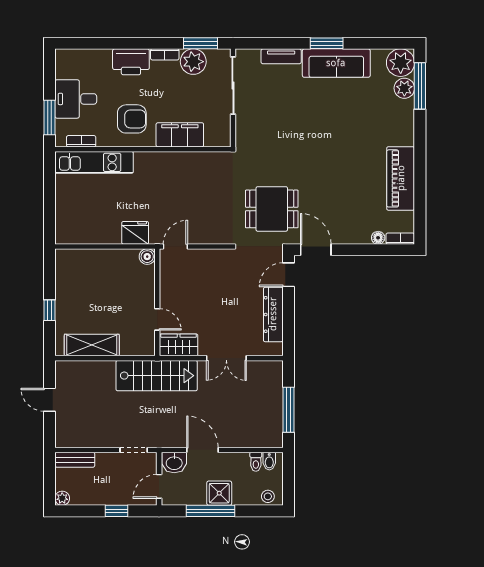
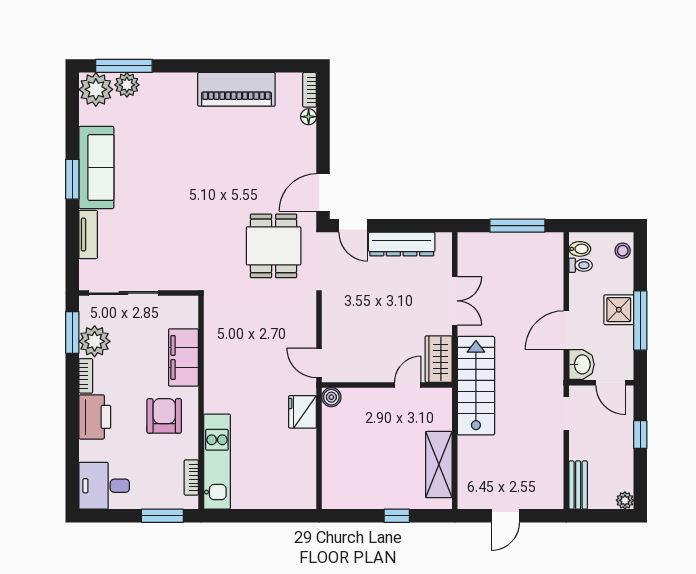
desk: (76, 99) -> (104, 486), moved, turned 90

